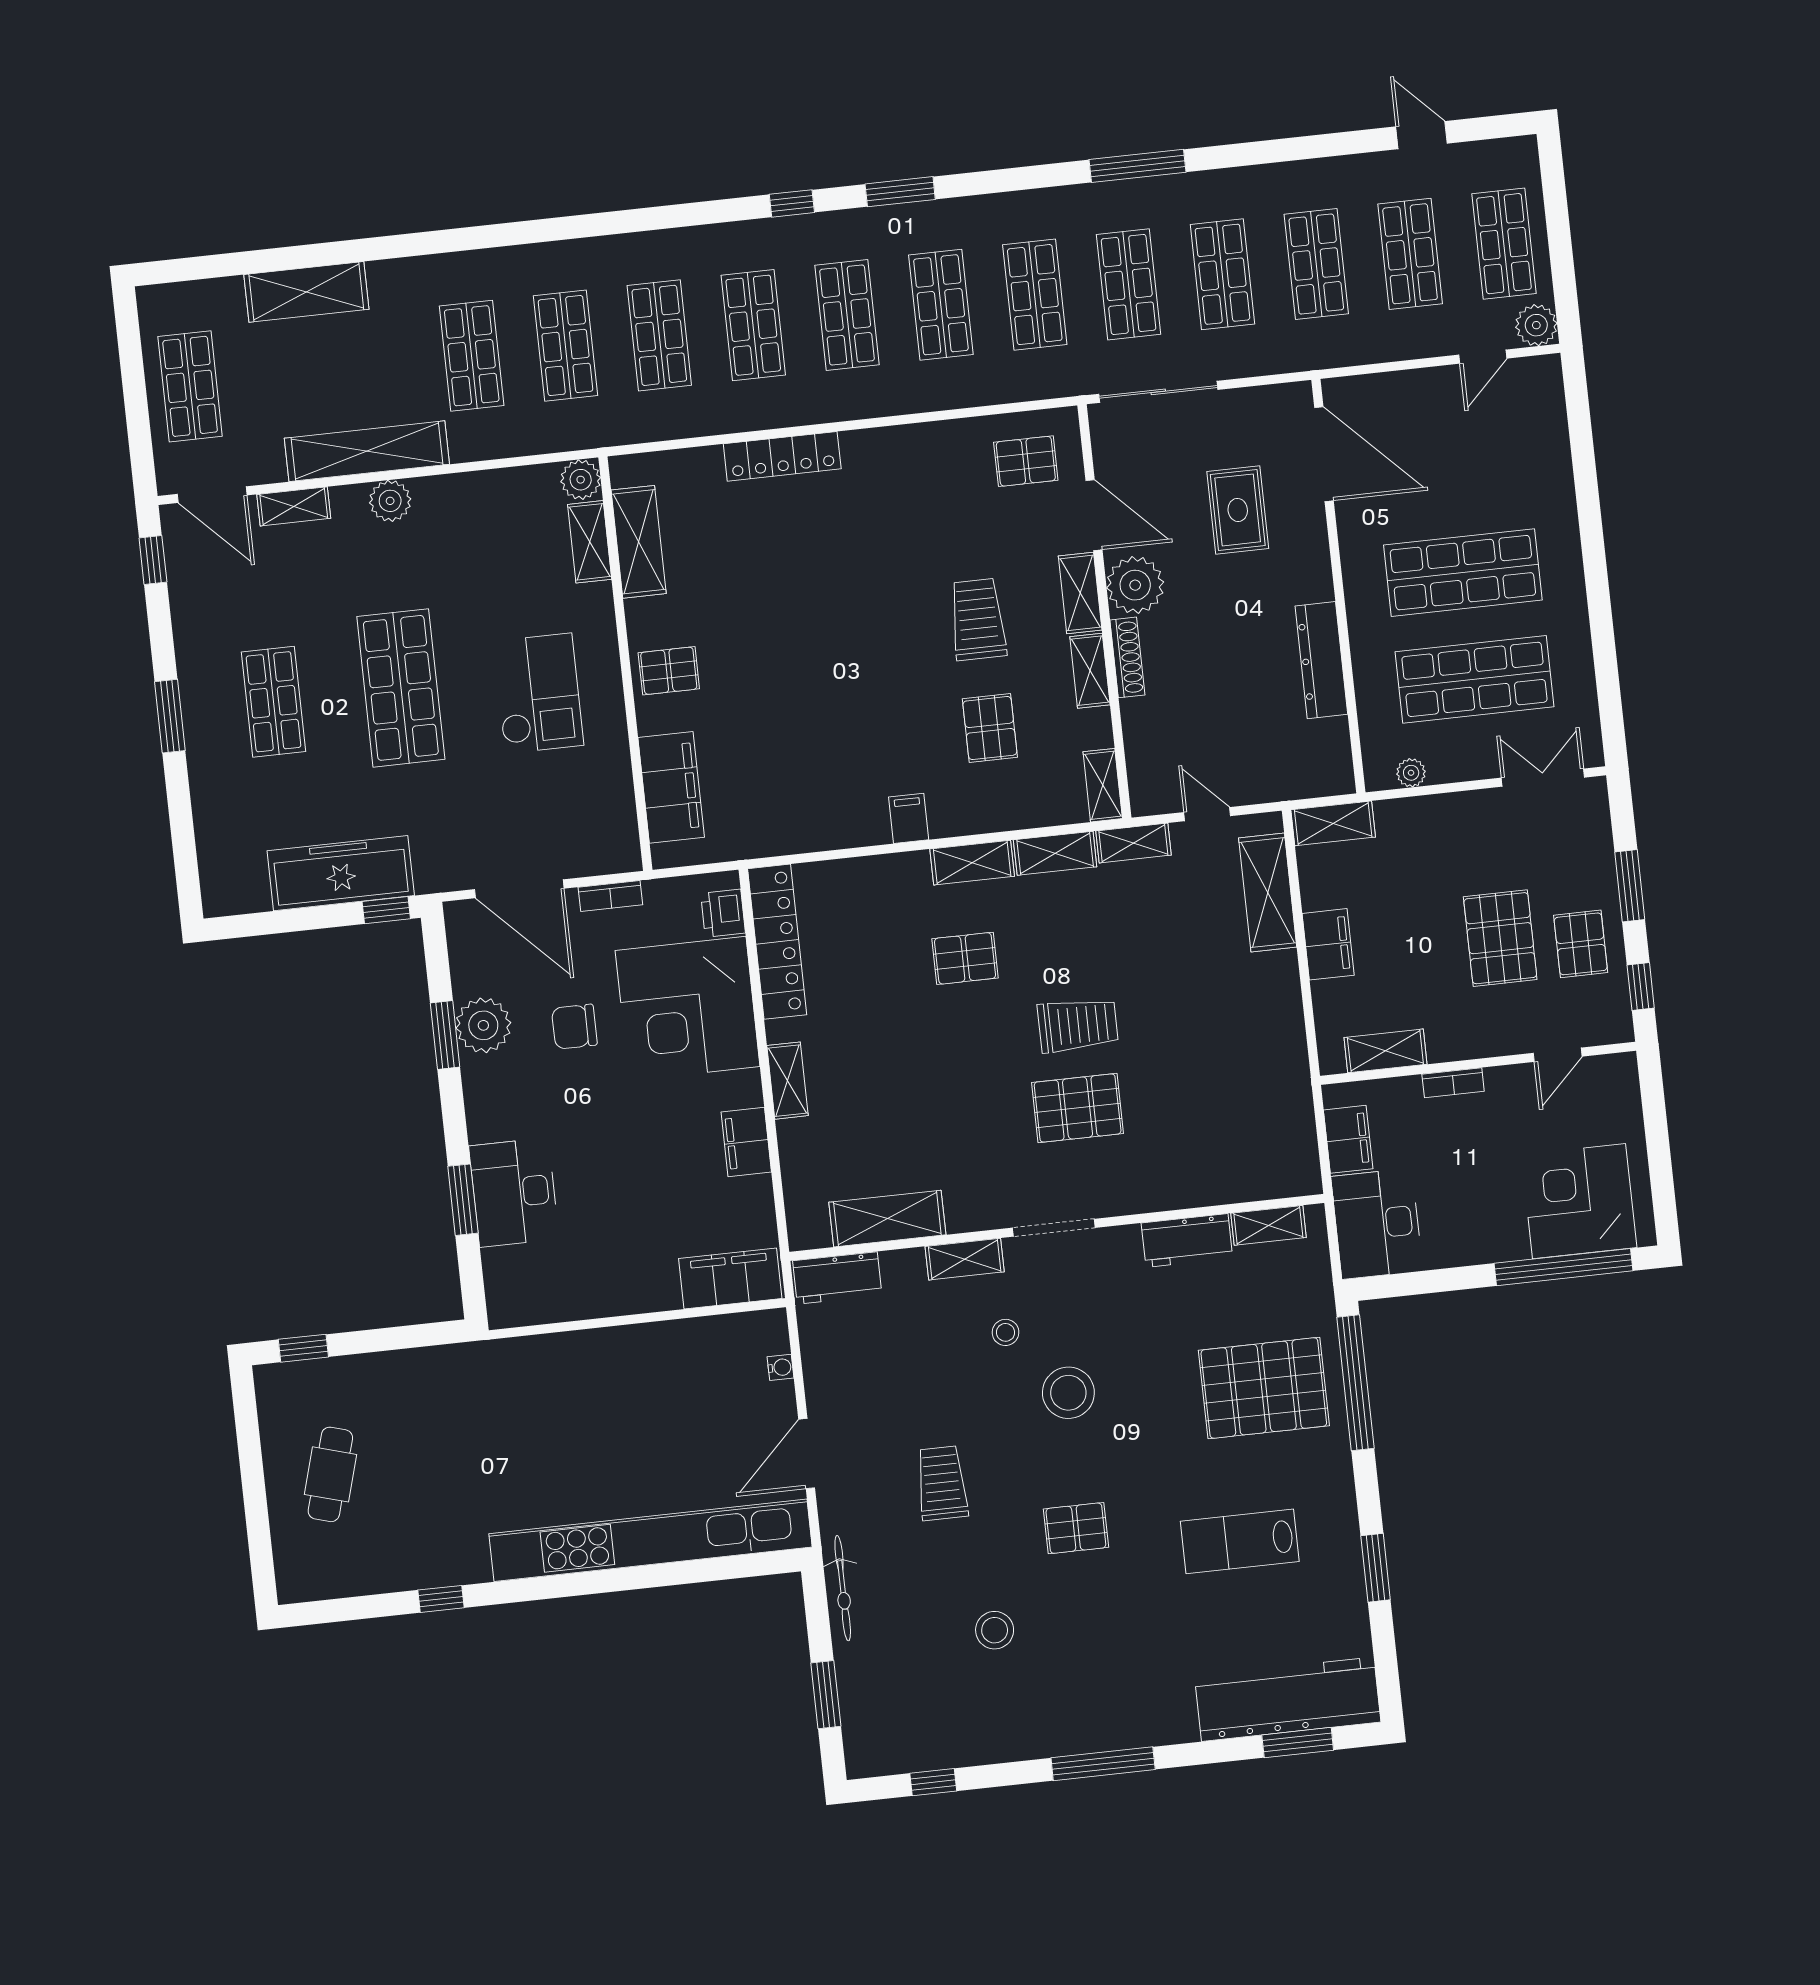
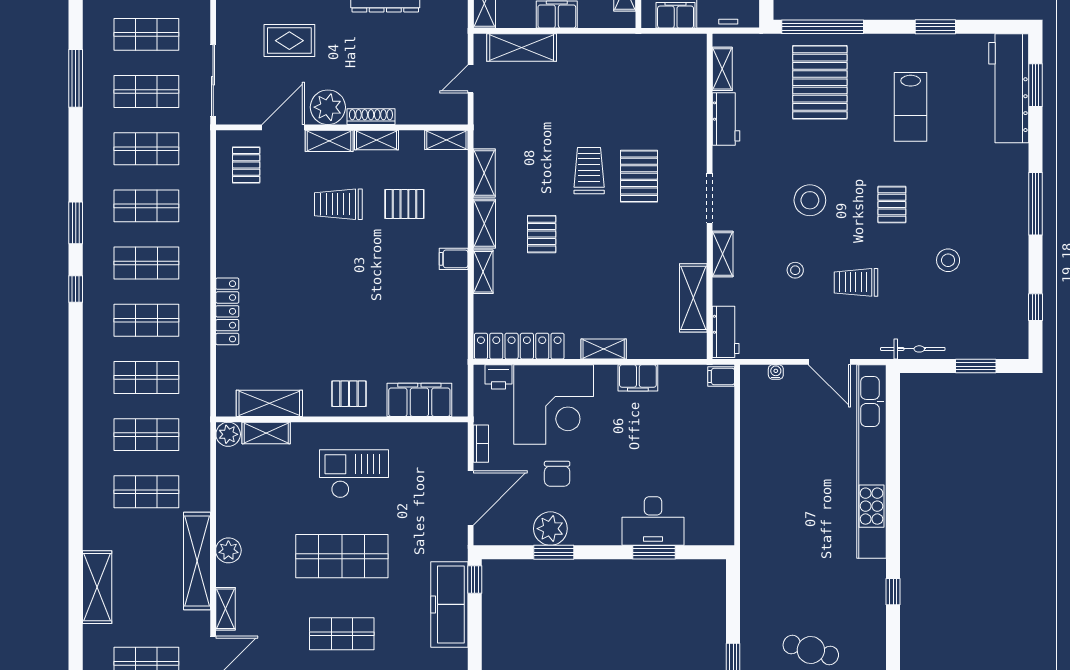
pallet: (669, 671) -> (349, 394), turned 90
shelving: (1133, 843) -> (483, 272), moved
filing cabinet: (730, 1278) -> (721, 377), width x0.33, depth x0.86
stool: (1006, 1332) -> (795, 270), moved

